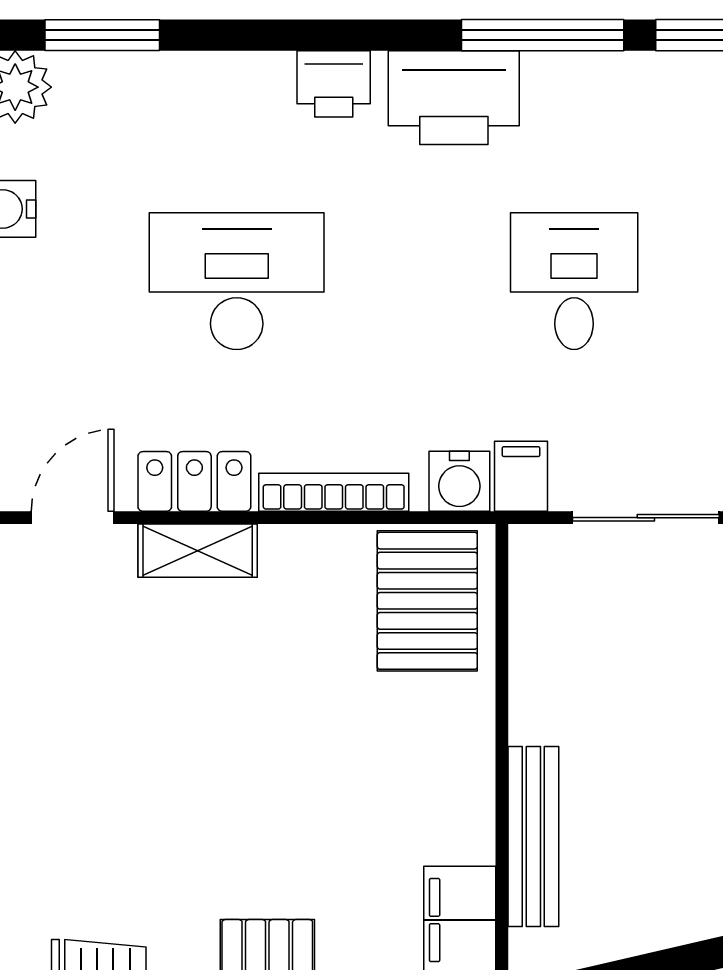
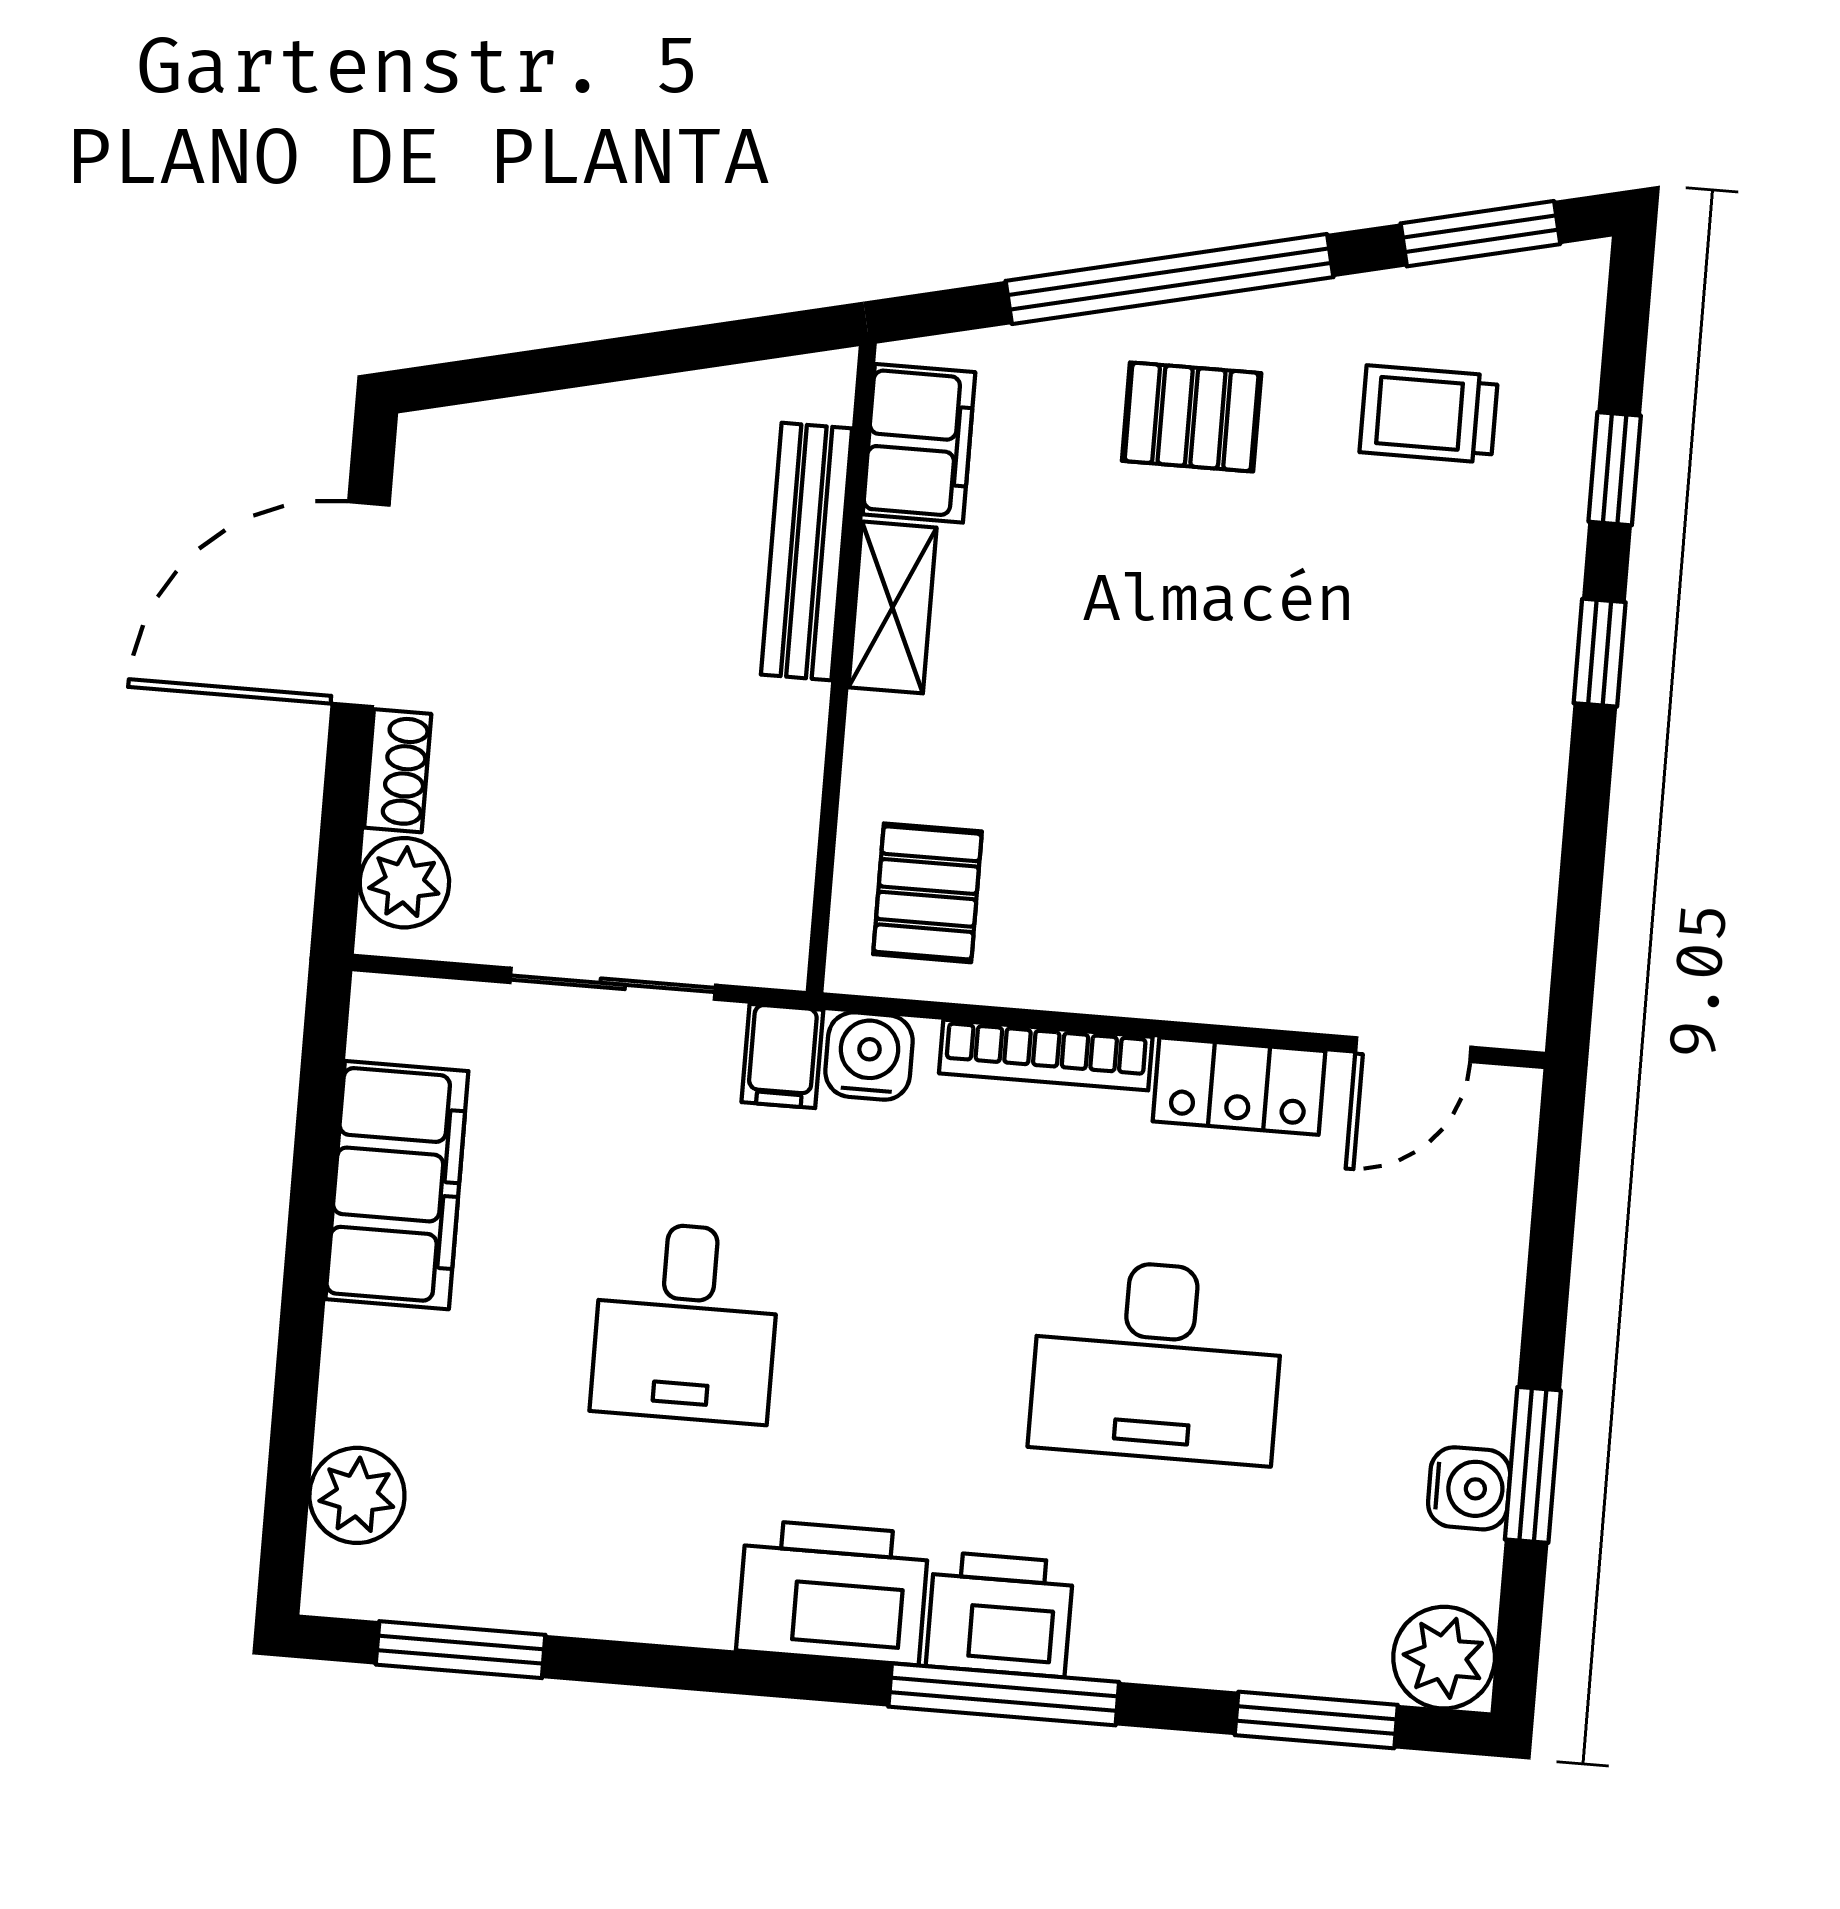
window: (543, 35) -> (1004, 1694), moved
printer: (334, 84) -> (1000, 1614), width x1.36, depth x1.24
shelving: (198, 551) -> (892, 607), moved, turned 90
pallet: (427, 601) -> (928, 893), width x0.67, depth x0.71

